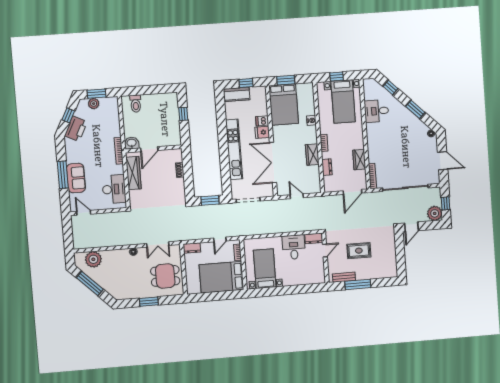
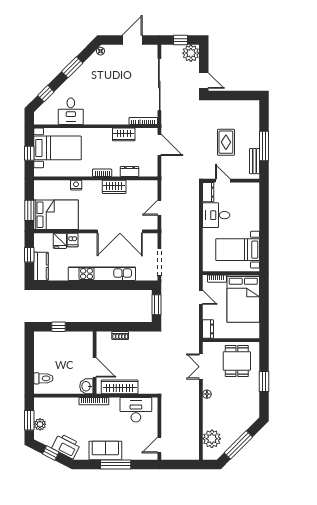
fridge: (262, 132) -> (60, 241), moved
sofa: (76, 178) -> (105, 450), moved
double door: (158, 244) -> (201, 367), swing flipped

